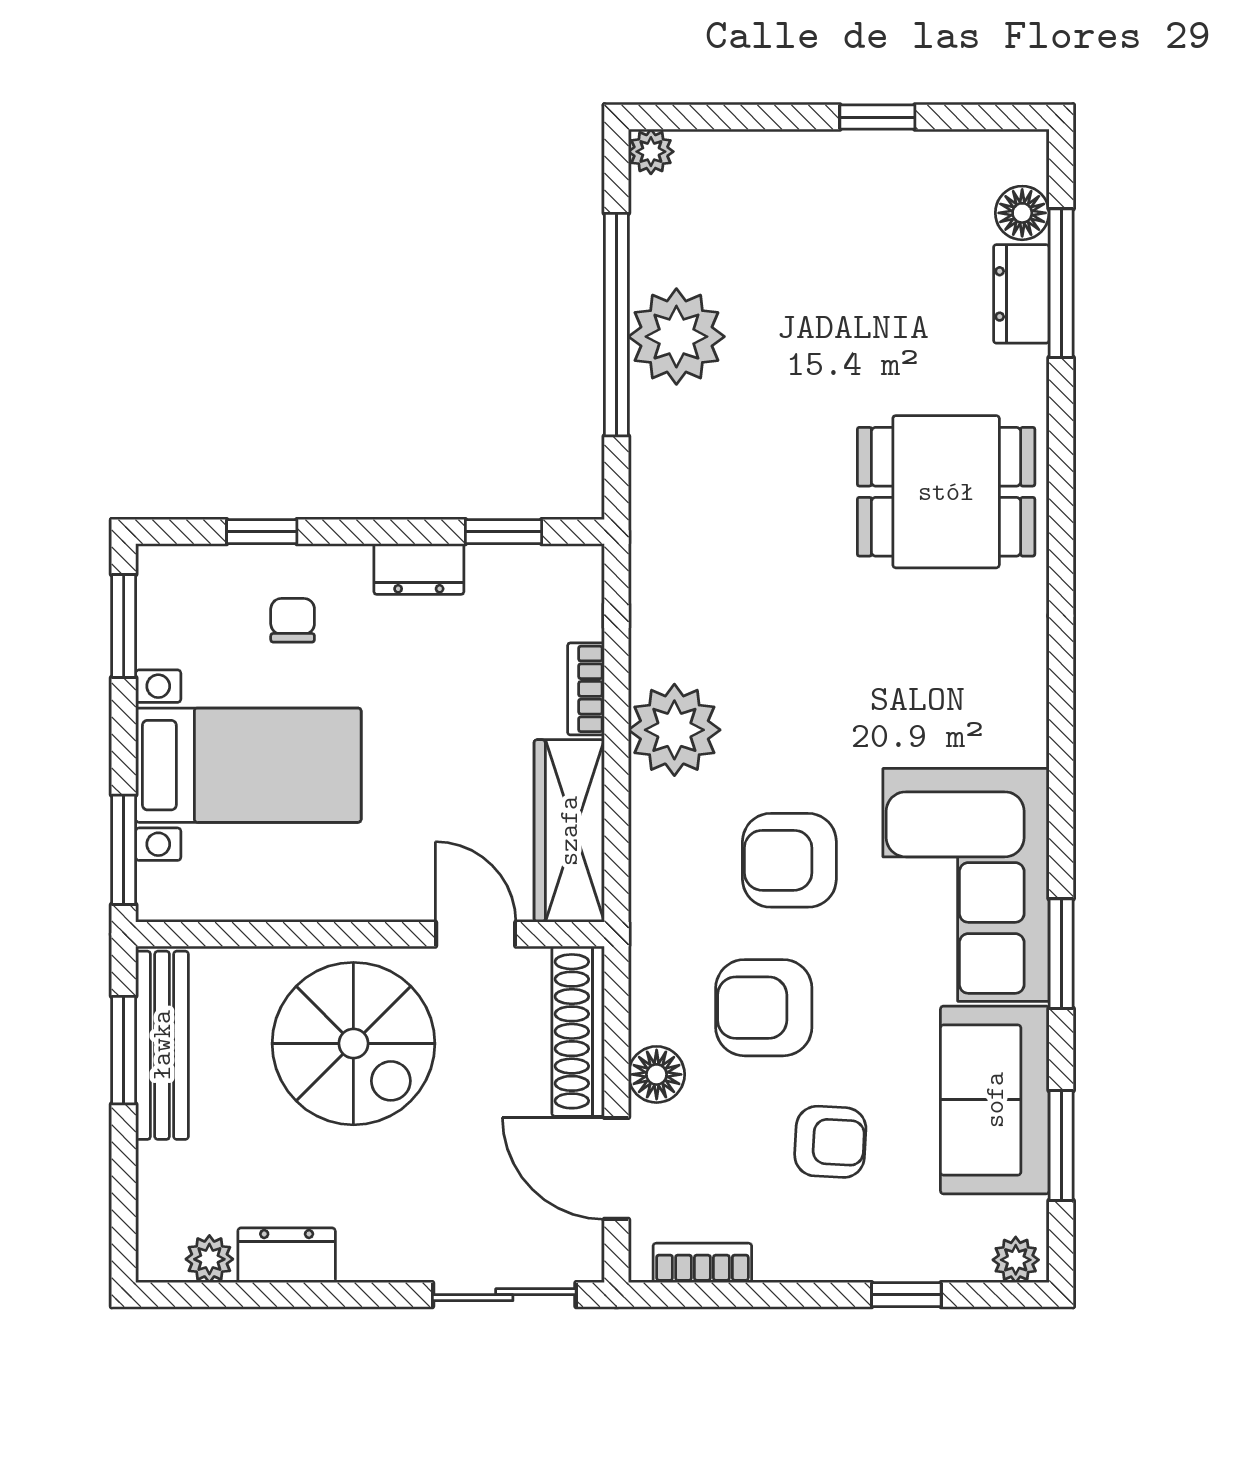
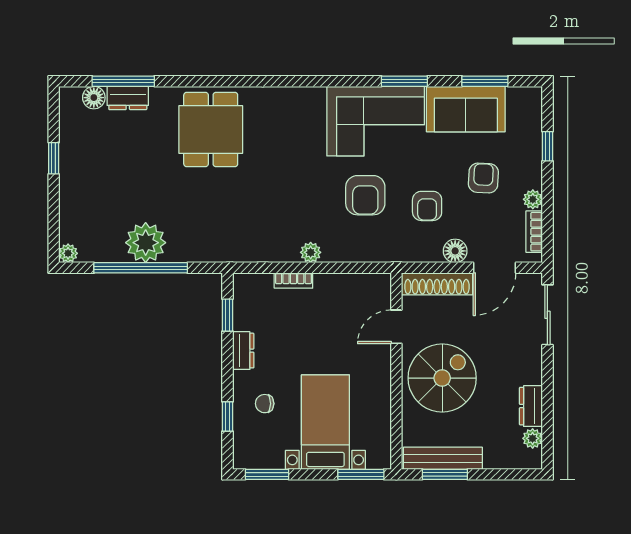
plant: (674, 730) -> (311, 252), width x0.53, depth x0.53
wardrobe: (569, 831) -> (353, 288), removed
armchair: (764, 1008) -> (427, 206), width x0.72, depth x0.72
plant: (1016, 1260) -> (533, 199), moved

